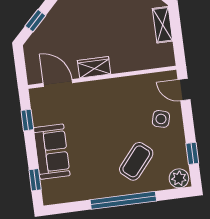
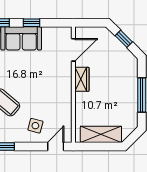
shelving: (163, 25) -> (101, 134), width x1.50, depth x1.33
window: (27, 120) -> (32, 23), moved

